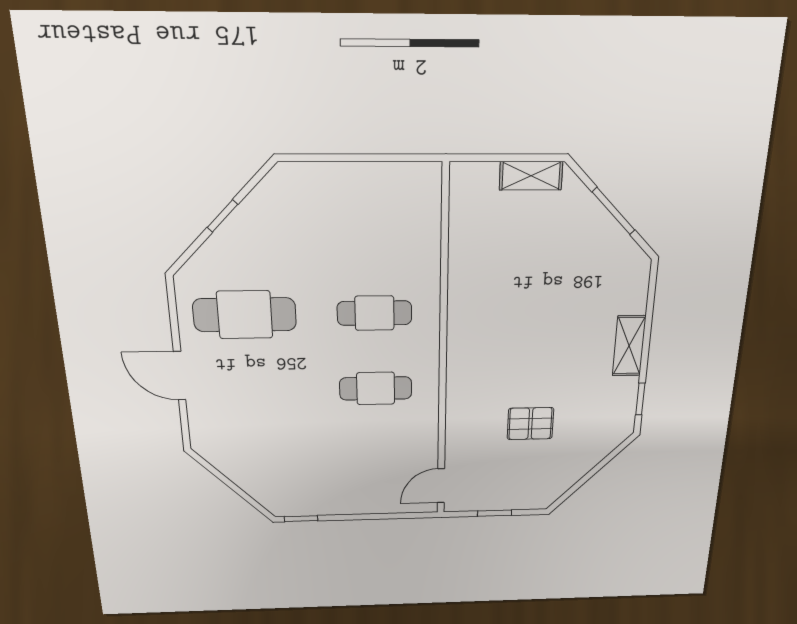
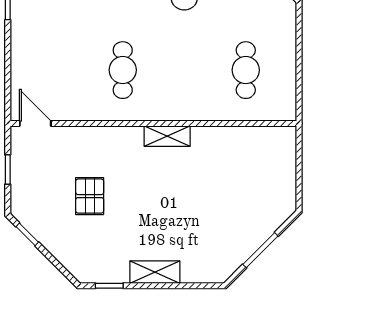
shelving: (531, 176) -> (167, 136), moved, turned 90
cafe table: (374, 313) -> (246, 70), moved
window: (571, 491) -> (27, 234), added

